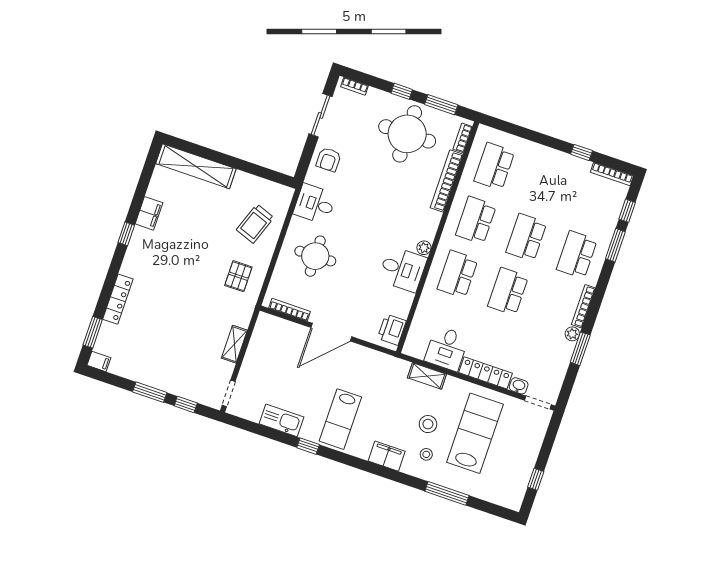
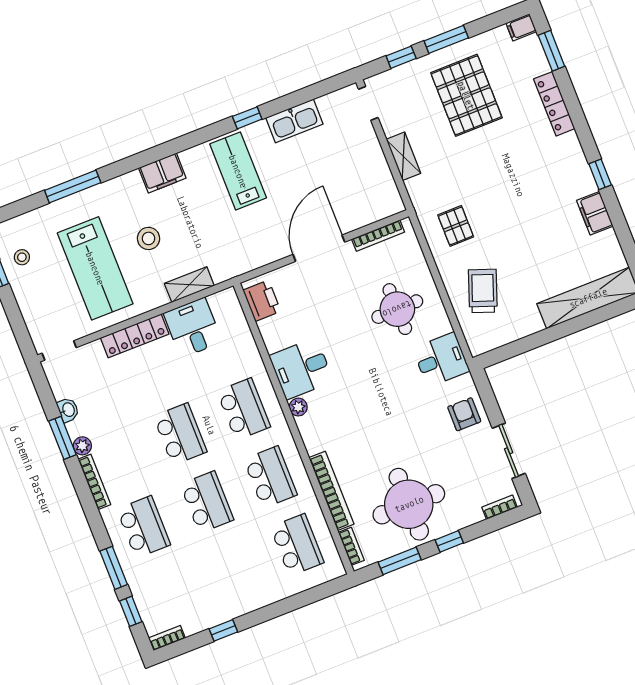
bookcase: (612, 174) -> (167, 638), width x0.64
pallet: (166, 349) -> (466, 95), added
washbasin: (519, 386) -> (68, 410), moved, turned -90
stool: (426, 454) -> (22, 257), moved

